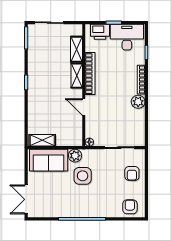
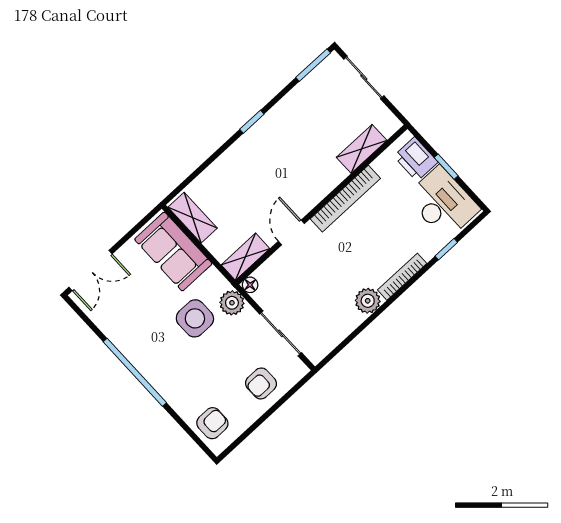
shelving: (77, 76) -> (245, 257), moved
plant: (75, 156) -> (232, 303), moved
double door: (26, 199) -> (91, 271), swing flipped

